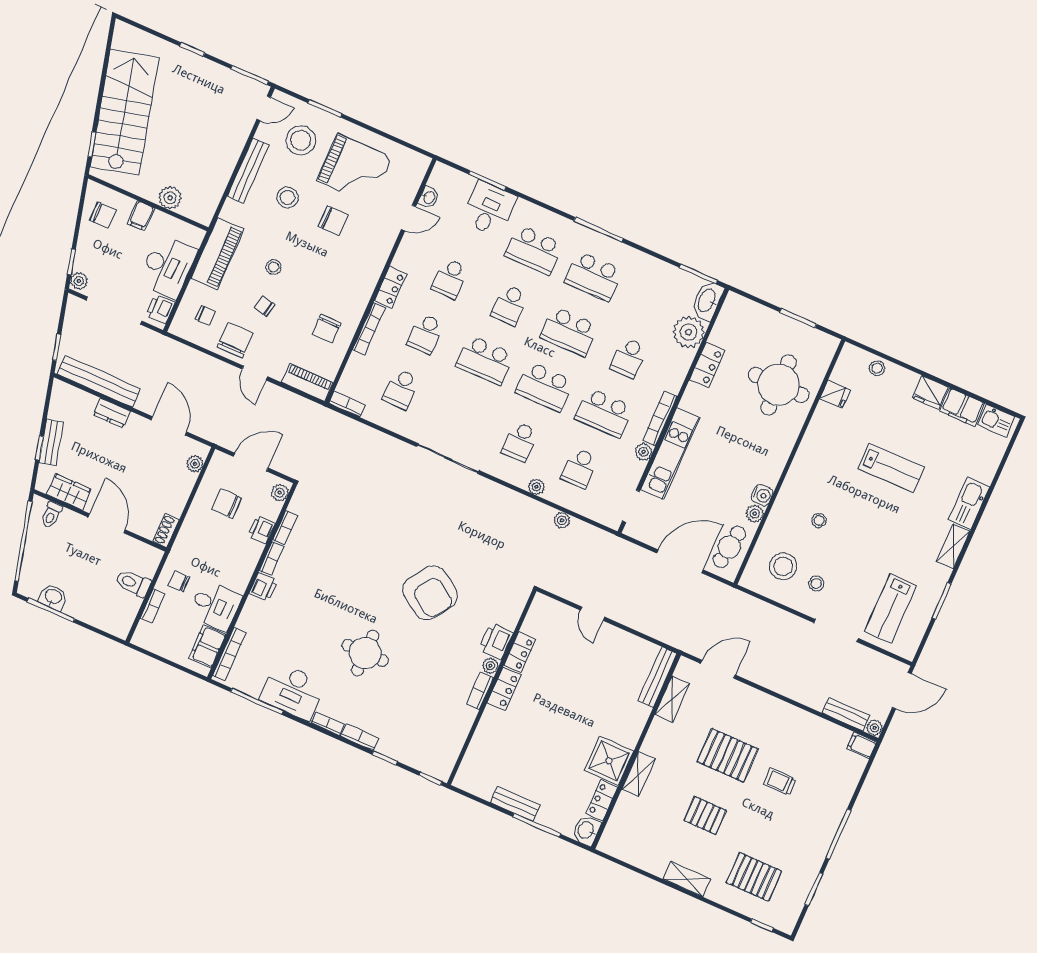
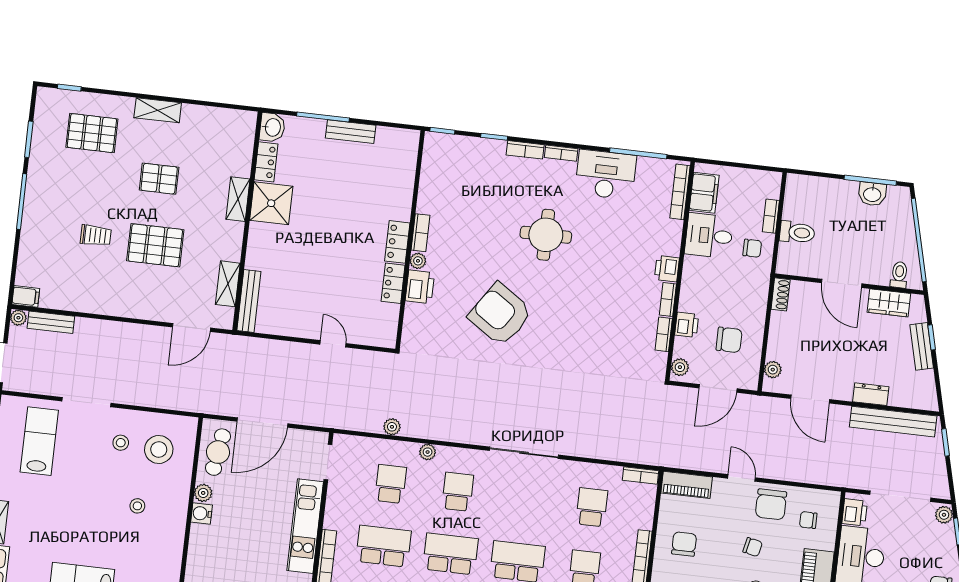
plant: (644, 452) -> (332, 520), removed

